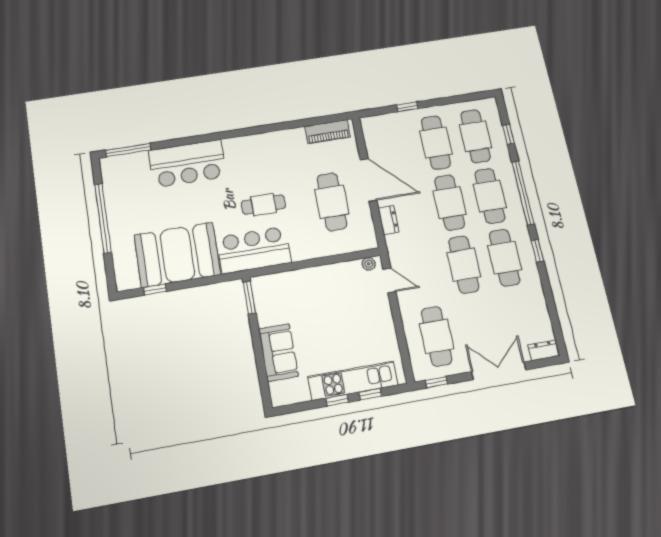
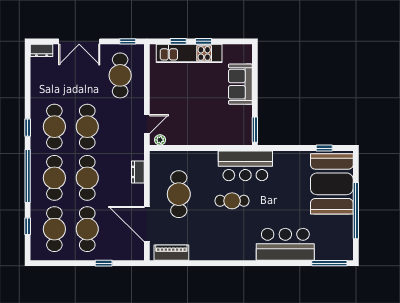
door: (368, 180) -> (147, 224), moved
booth: (177, 255) -> (332, 184), moved, turned 90
door: (389, 280) -> (147, 124), swing flipped

